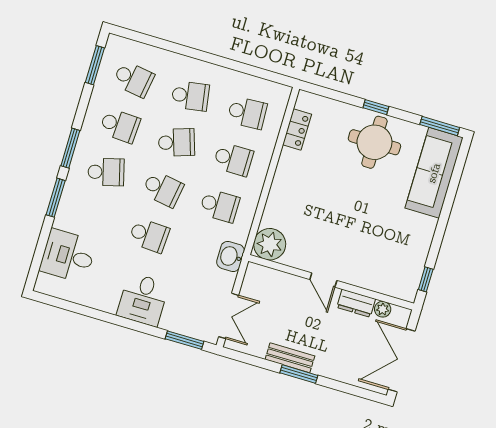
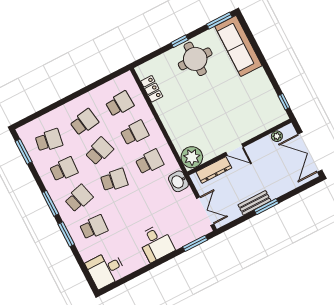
school desk: (149, 235) -> (94, 227), moved
desk: (68, 256) -> (106, 269), moved
dresser: (356, 303) -> (214, 170), moved, width x1.44

